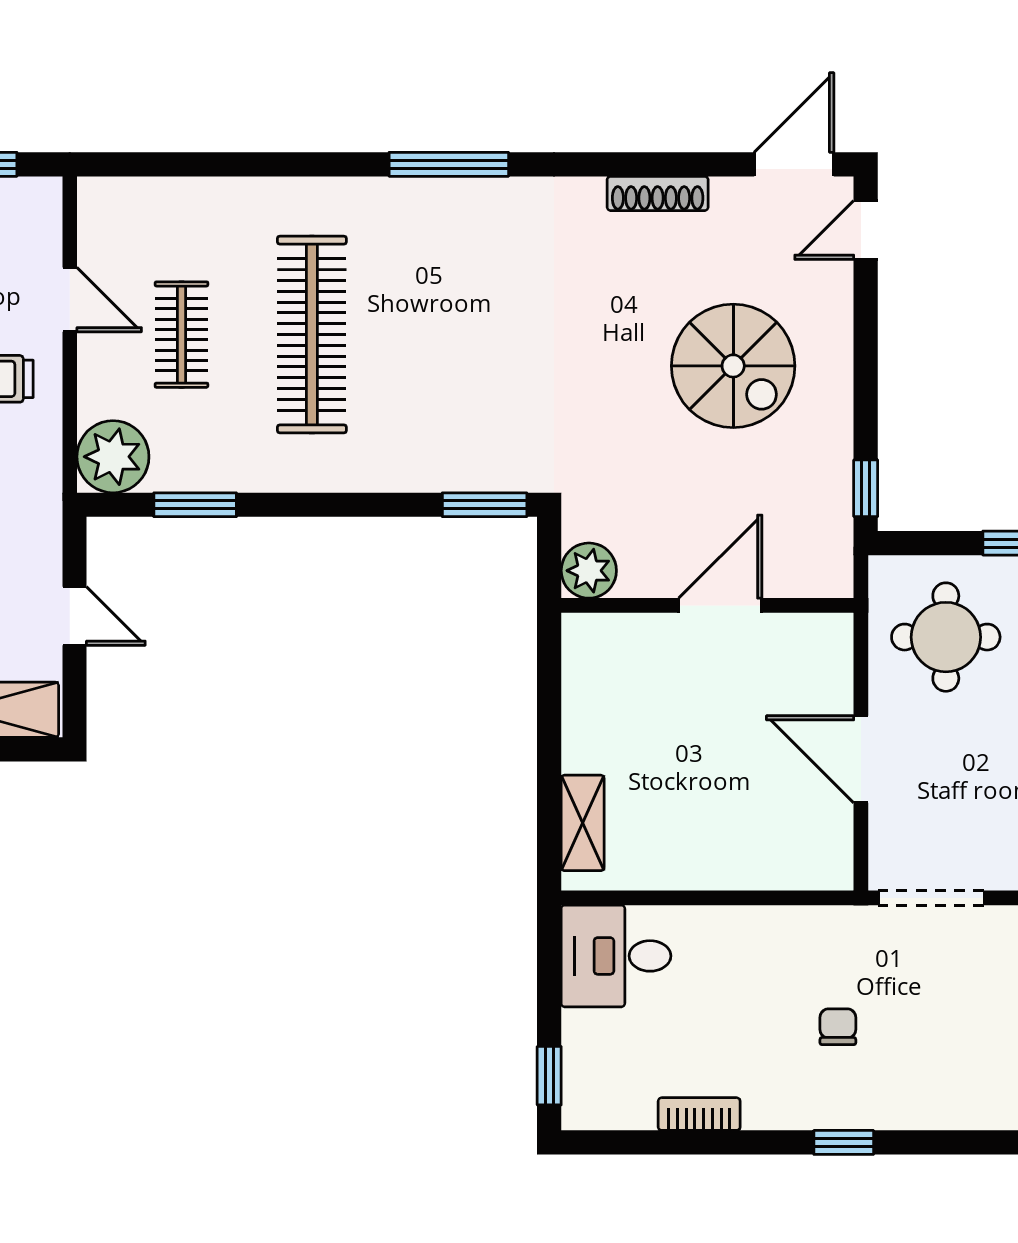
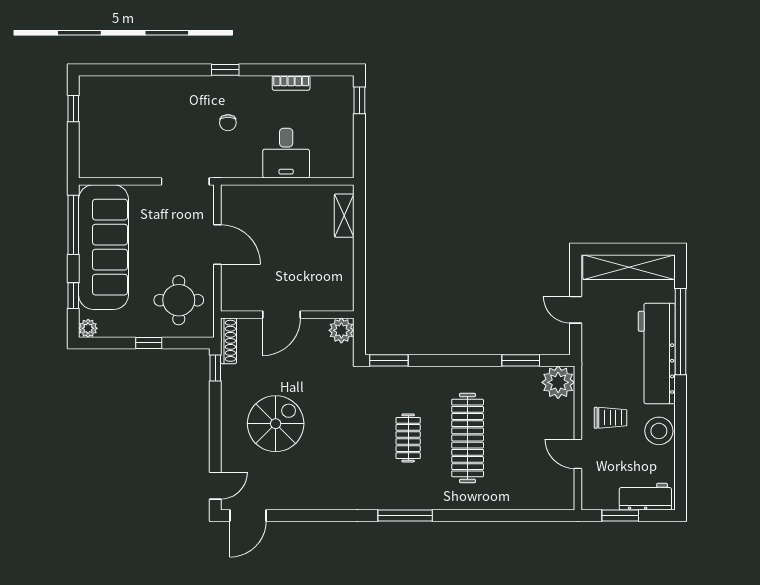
shoe rack: (658, 193) -> (229, 341), moved, turned 90
clothes rail: (181, 335) -> (408, 438), moved
spiral stairs: (733, 366) -> (276, 424), turned 90
desk: (616, 956) -> (286, 153), moved, turned 90

